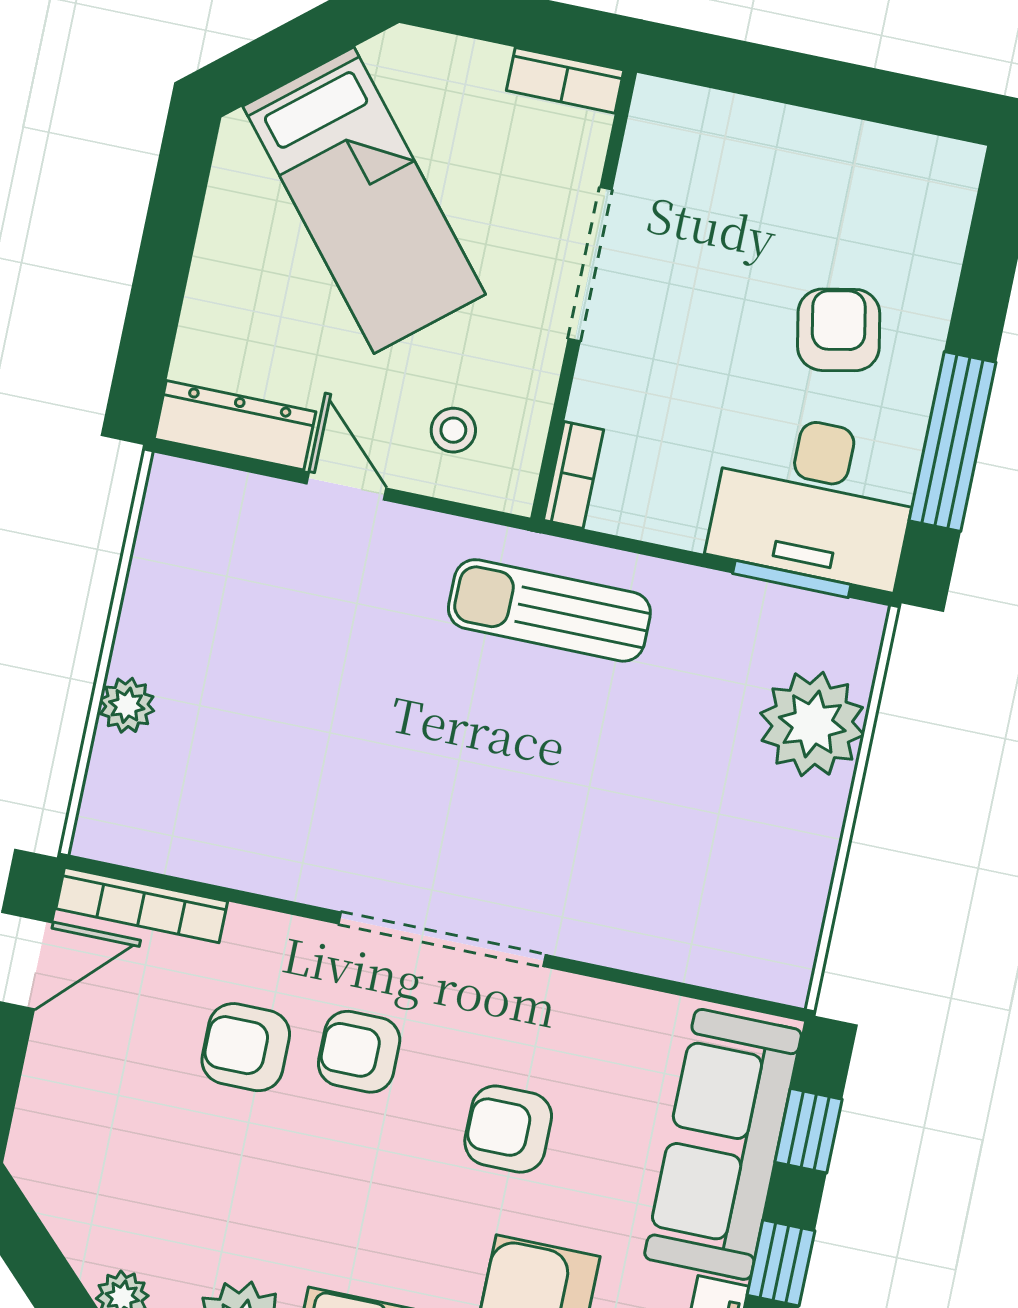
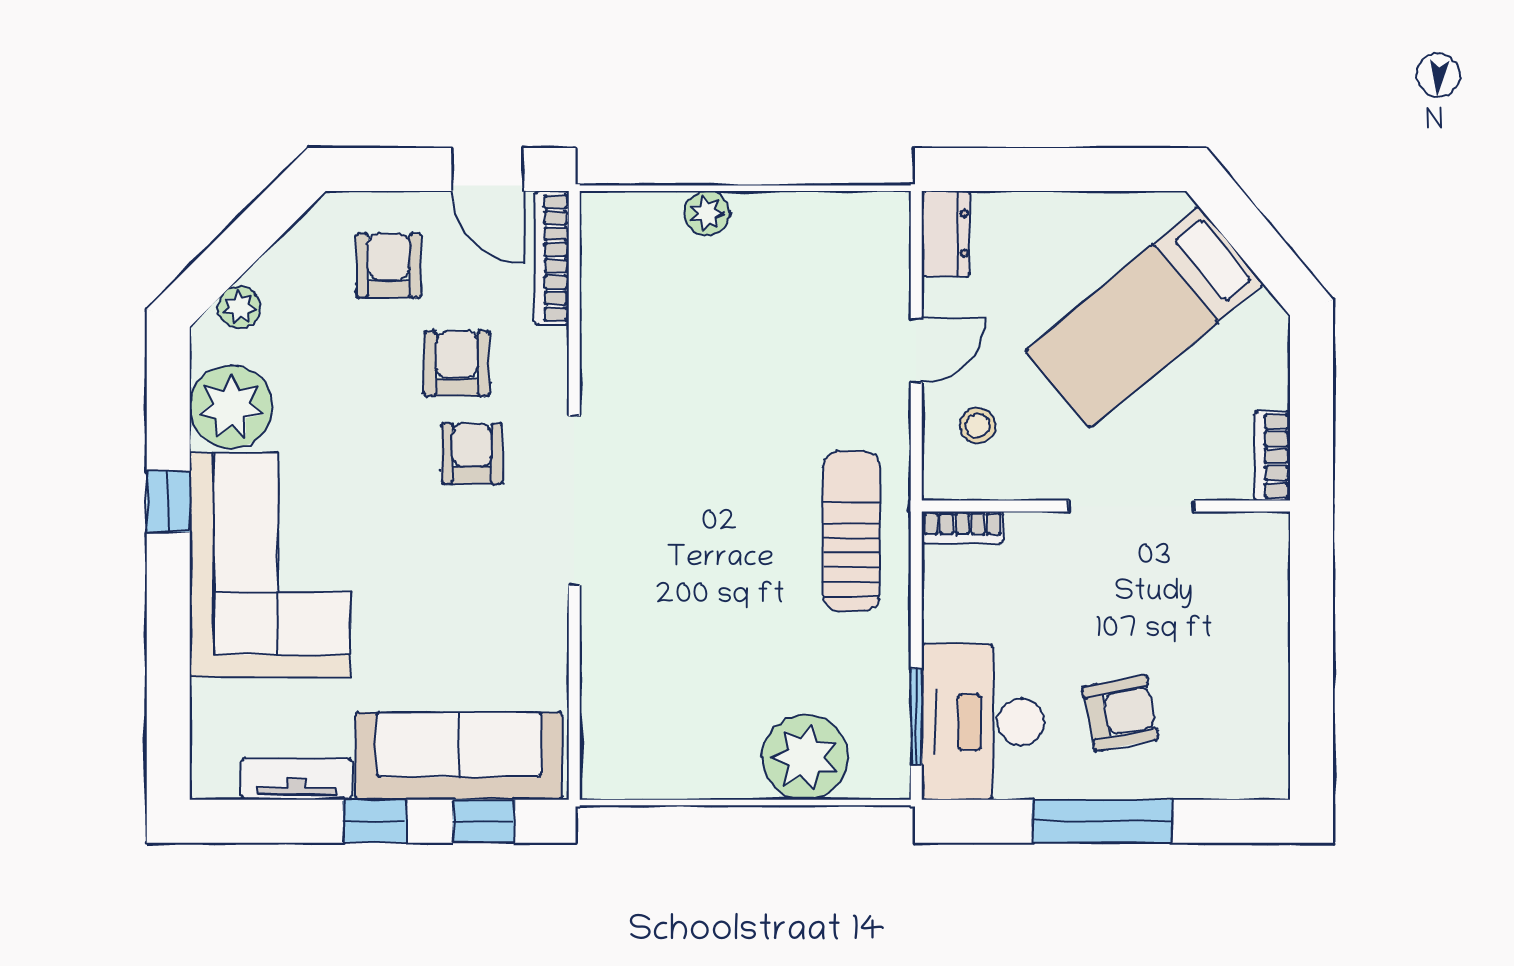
dresser: (235, 425) -> (946, 234), width x0.70
window: (953, 442) -> (1102, 821), moved
armchair: (508, 1129) -> (389, 266), moved

